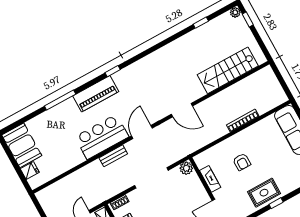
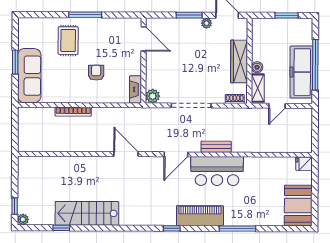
stairs: (228, 70) -> (87, 213), moved, turned 180
fridge: (30, 171) -> (304, 164), moved
fireplace: (210, 179) -> (135, 89), moved
rug: (264, 193) -> (68, 41), moved, turned 90
window: (276, 203) -> (85, 15), width x2.17

